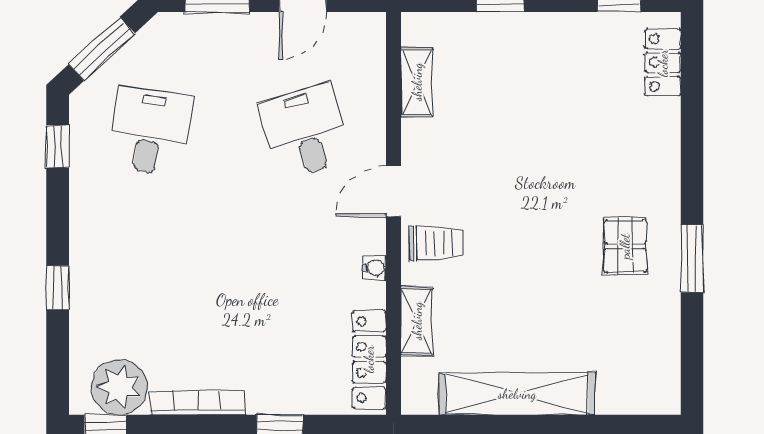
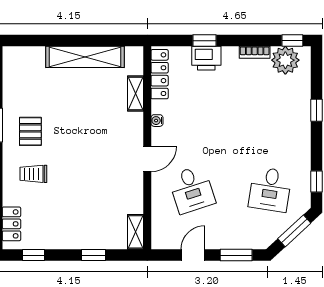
shelving: (417, 82) -> (136, 232), moved
trolley: (436, 243) -> (33, 174), moved
printer: (276, 391) -> (206, 58), added
bookcase: (198, 403) -> (255, 52), width x0.64

